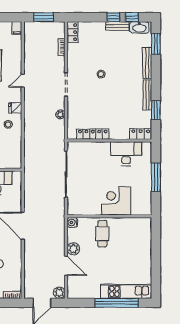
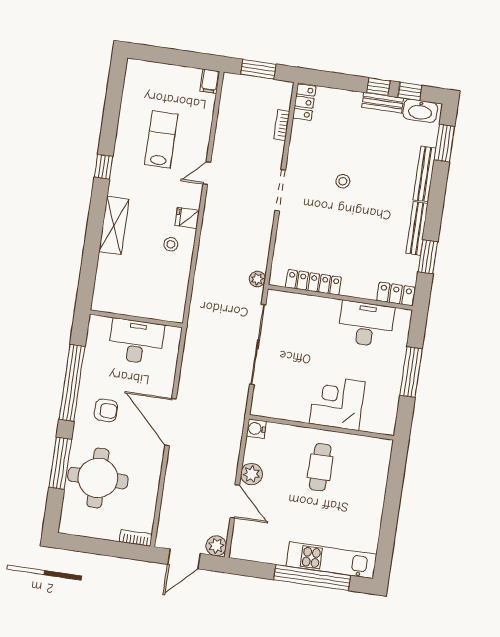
plant: (60, 114) -> (257, 279), moved
cafe table: (102, 234) -> (320, 467), moved

